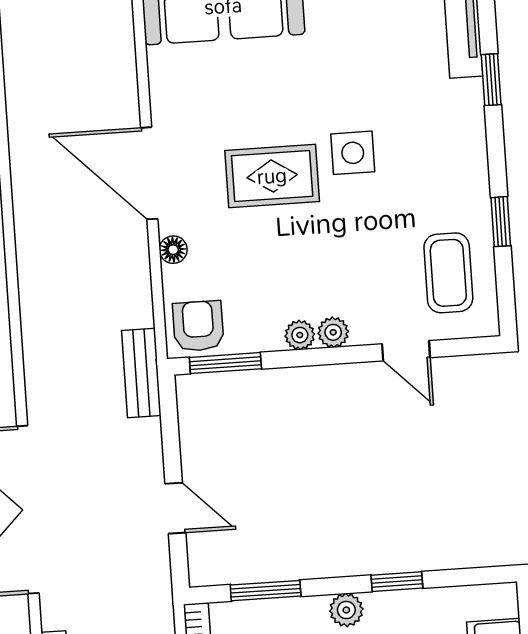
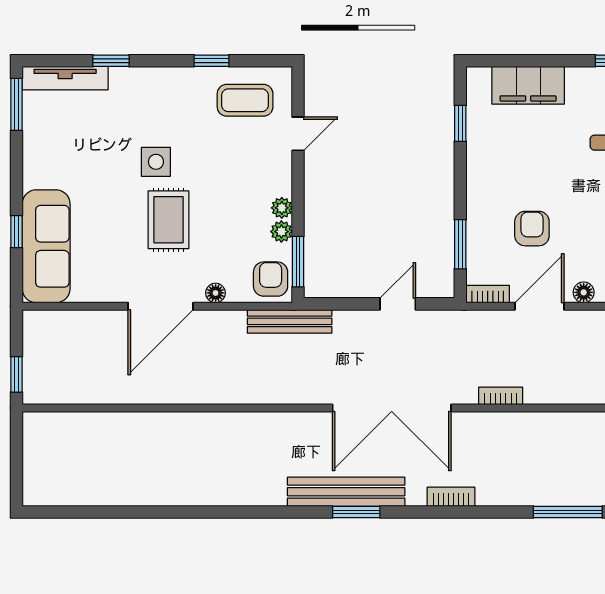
armchair: (198, 326) -> (271, 279), turned 90
plant: (333, 332) -> (281, 232), moved
bench: (141, 373) -> (290, 321), width x1.36
window: (397, 582) -> (460, 123), moved
plant: (346, 610) -> (478, 188), removed

